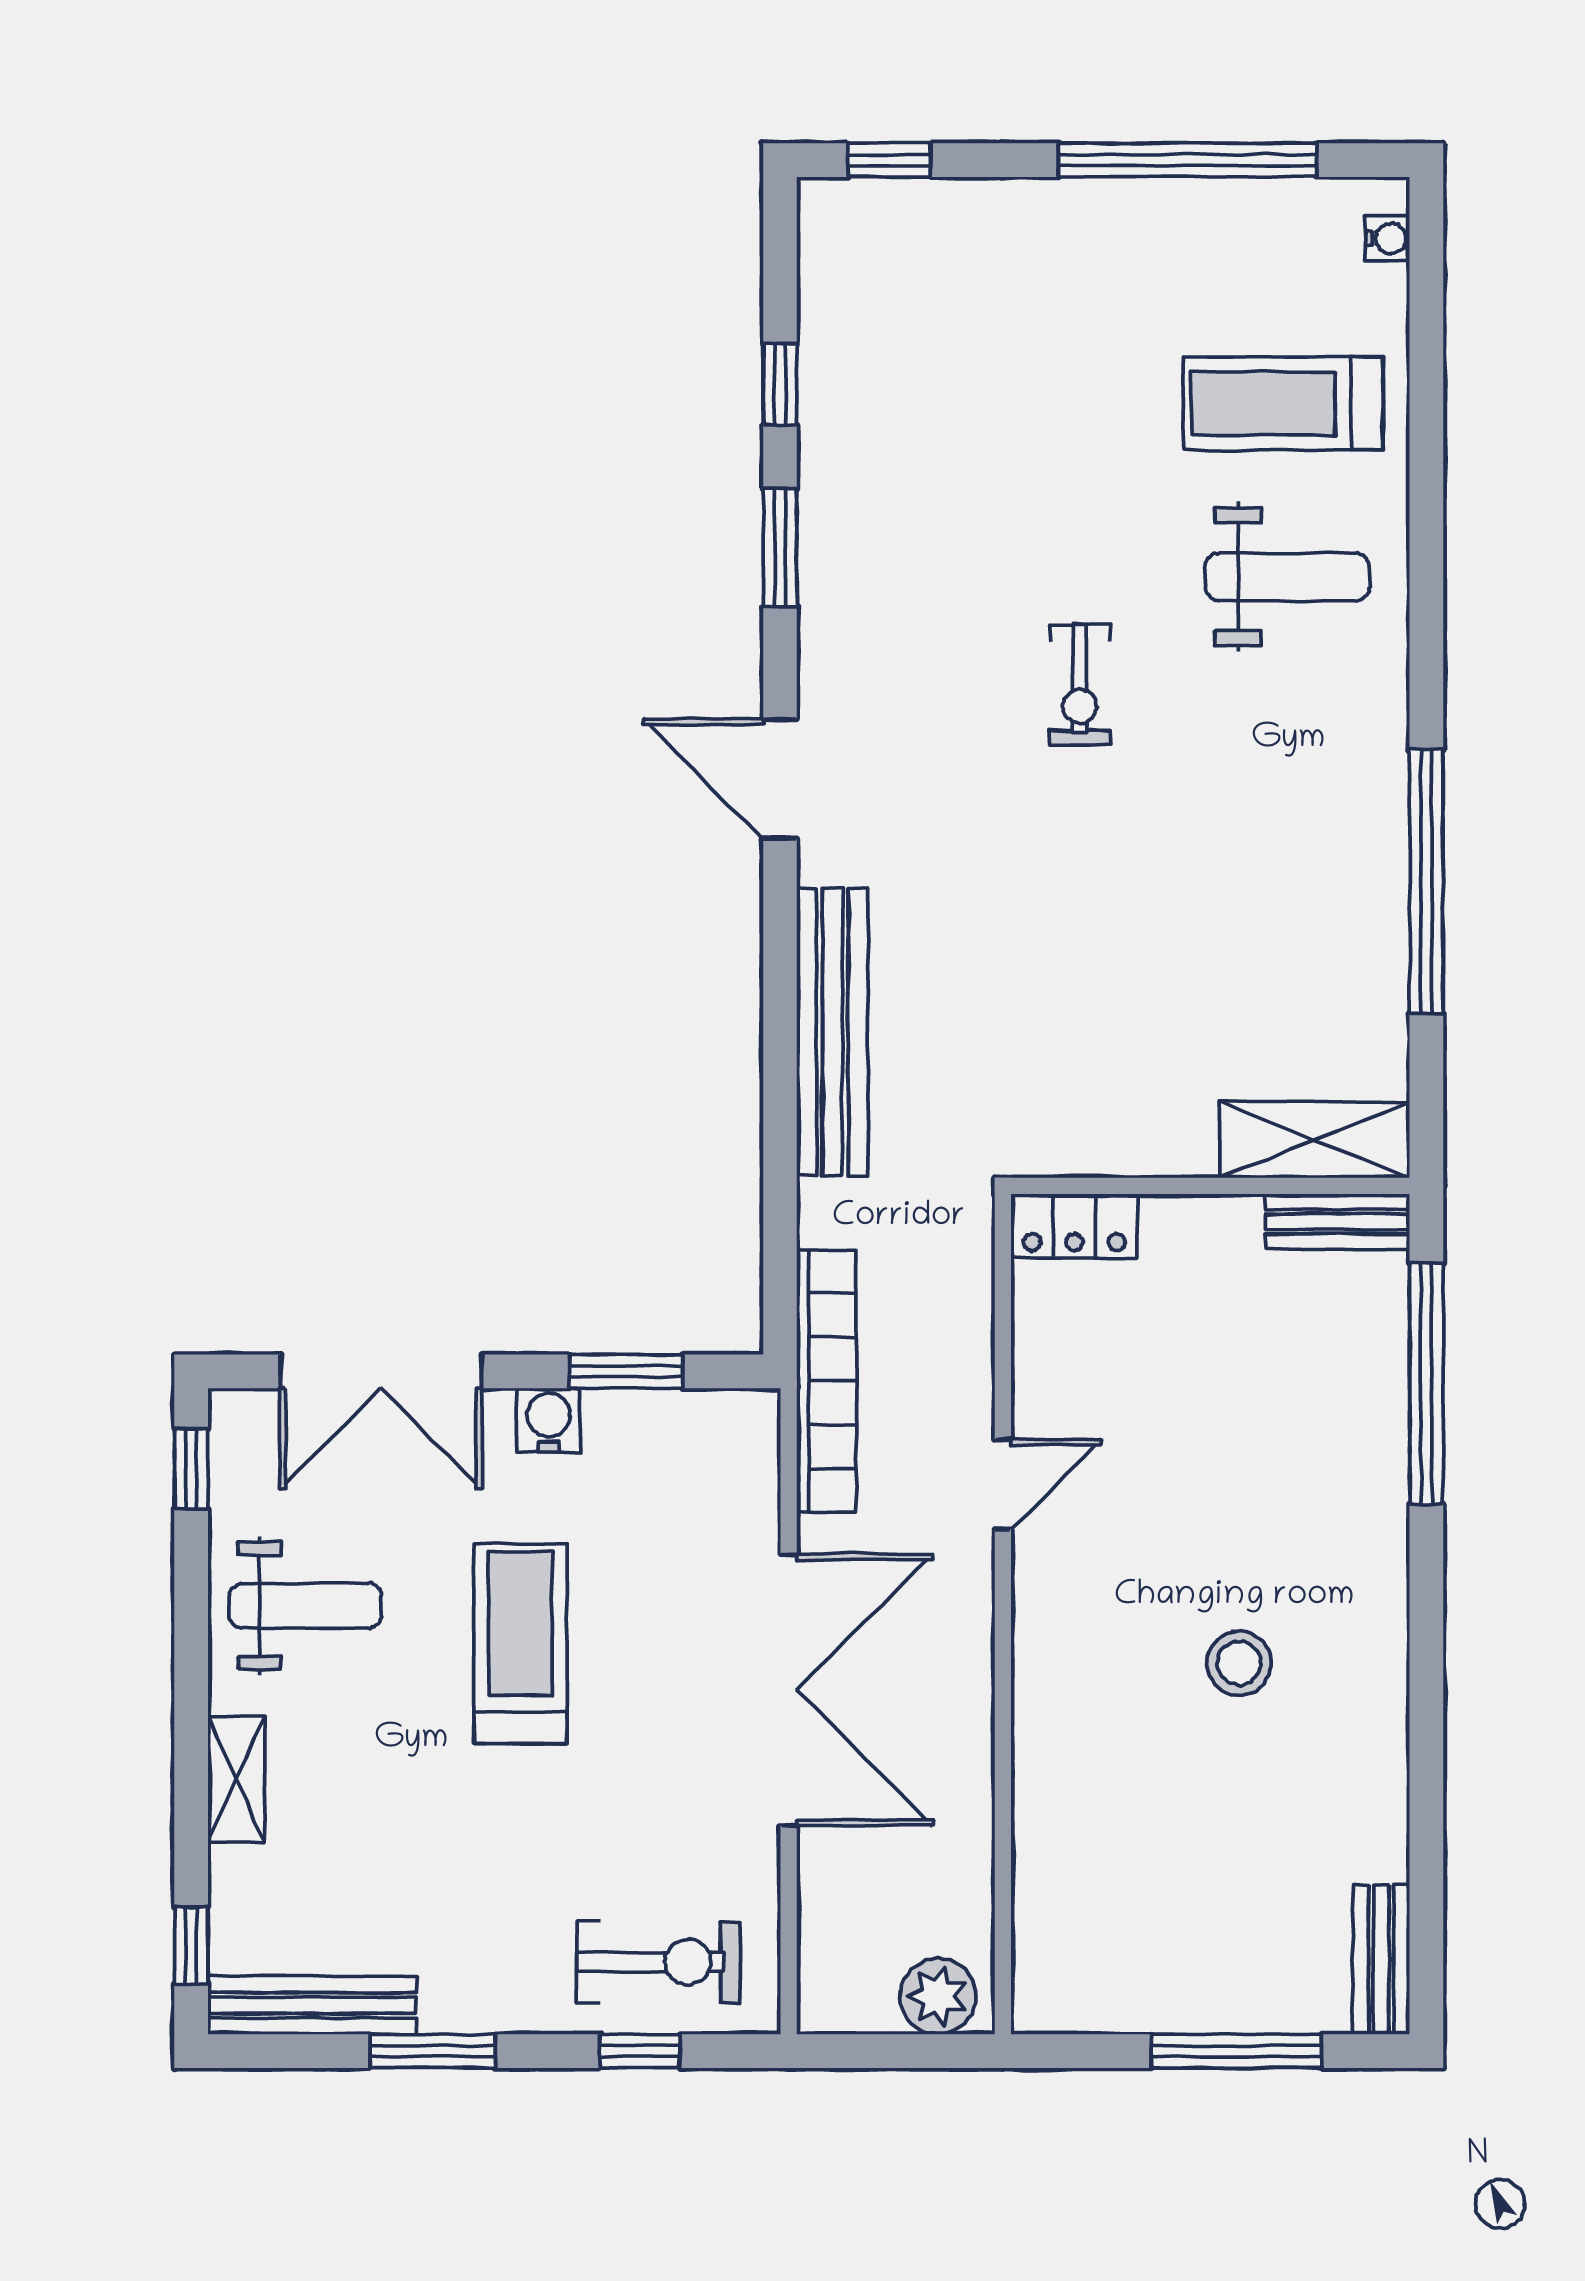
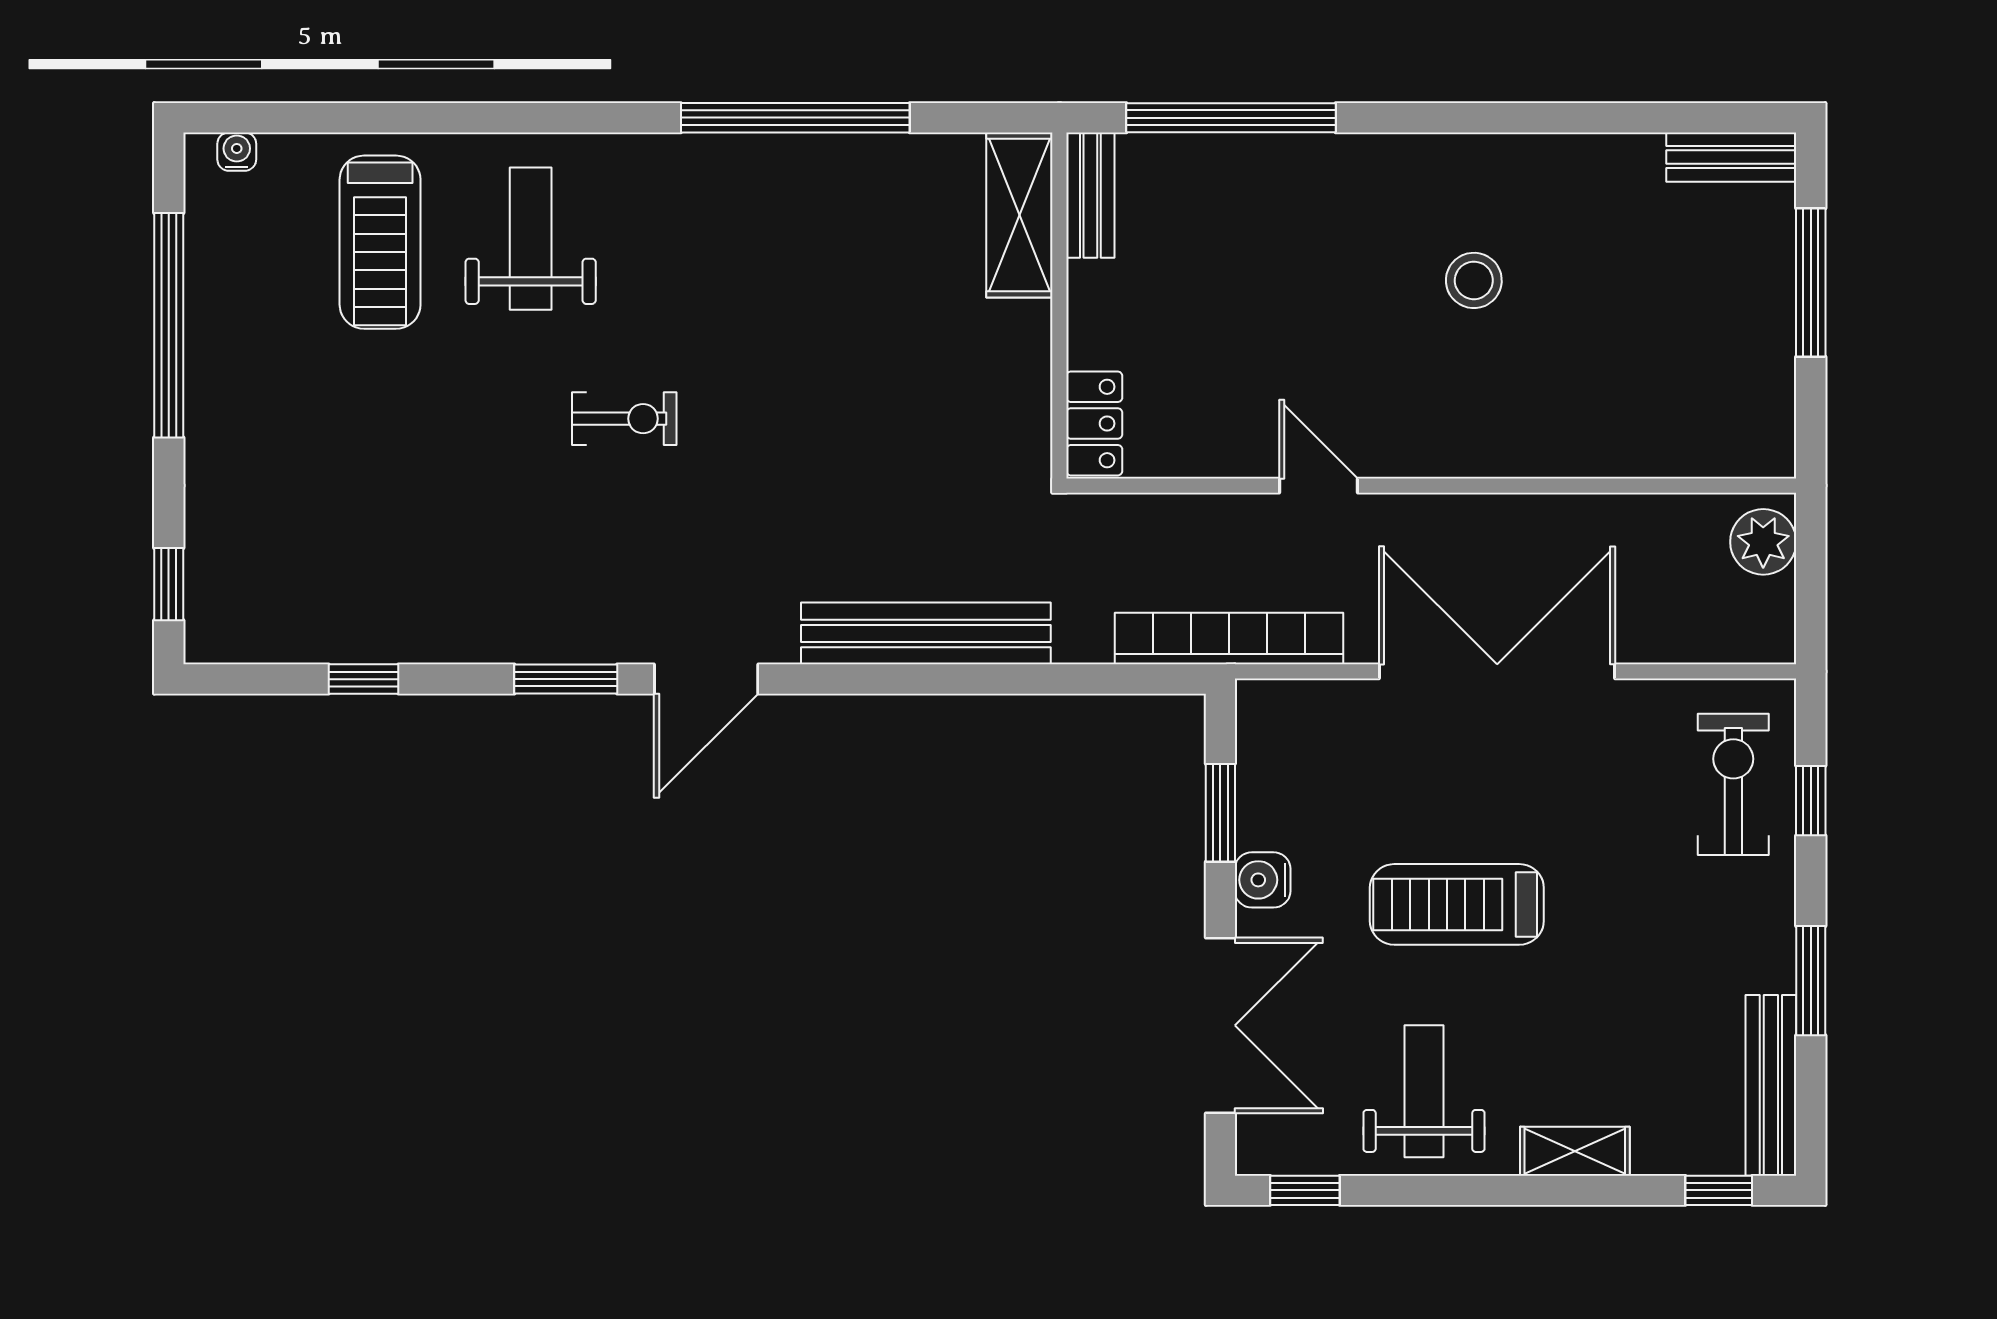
window: (780, 547) -> (566, 679), moved

